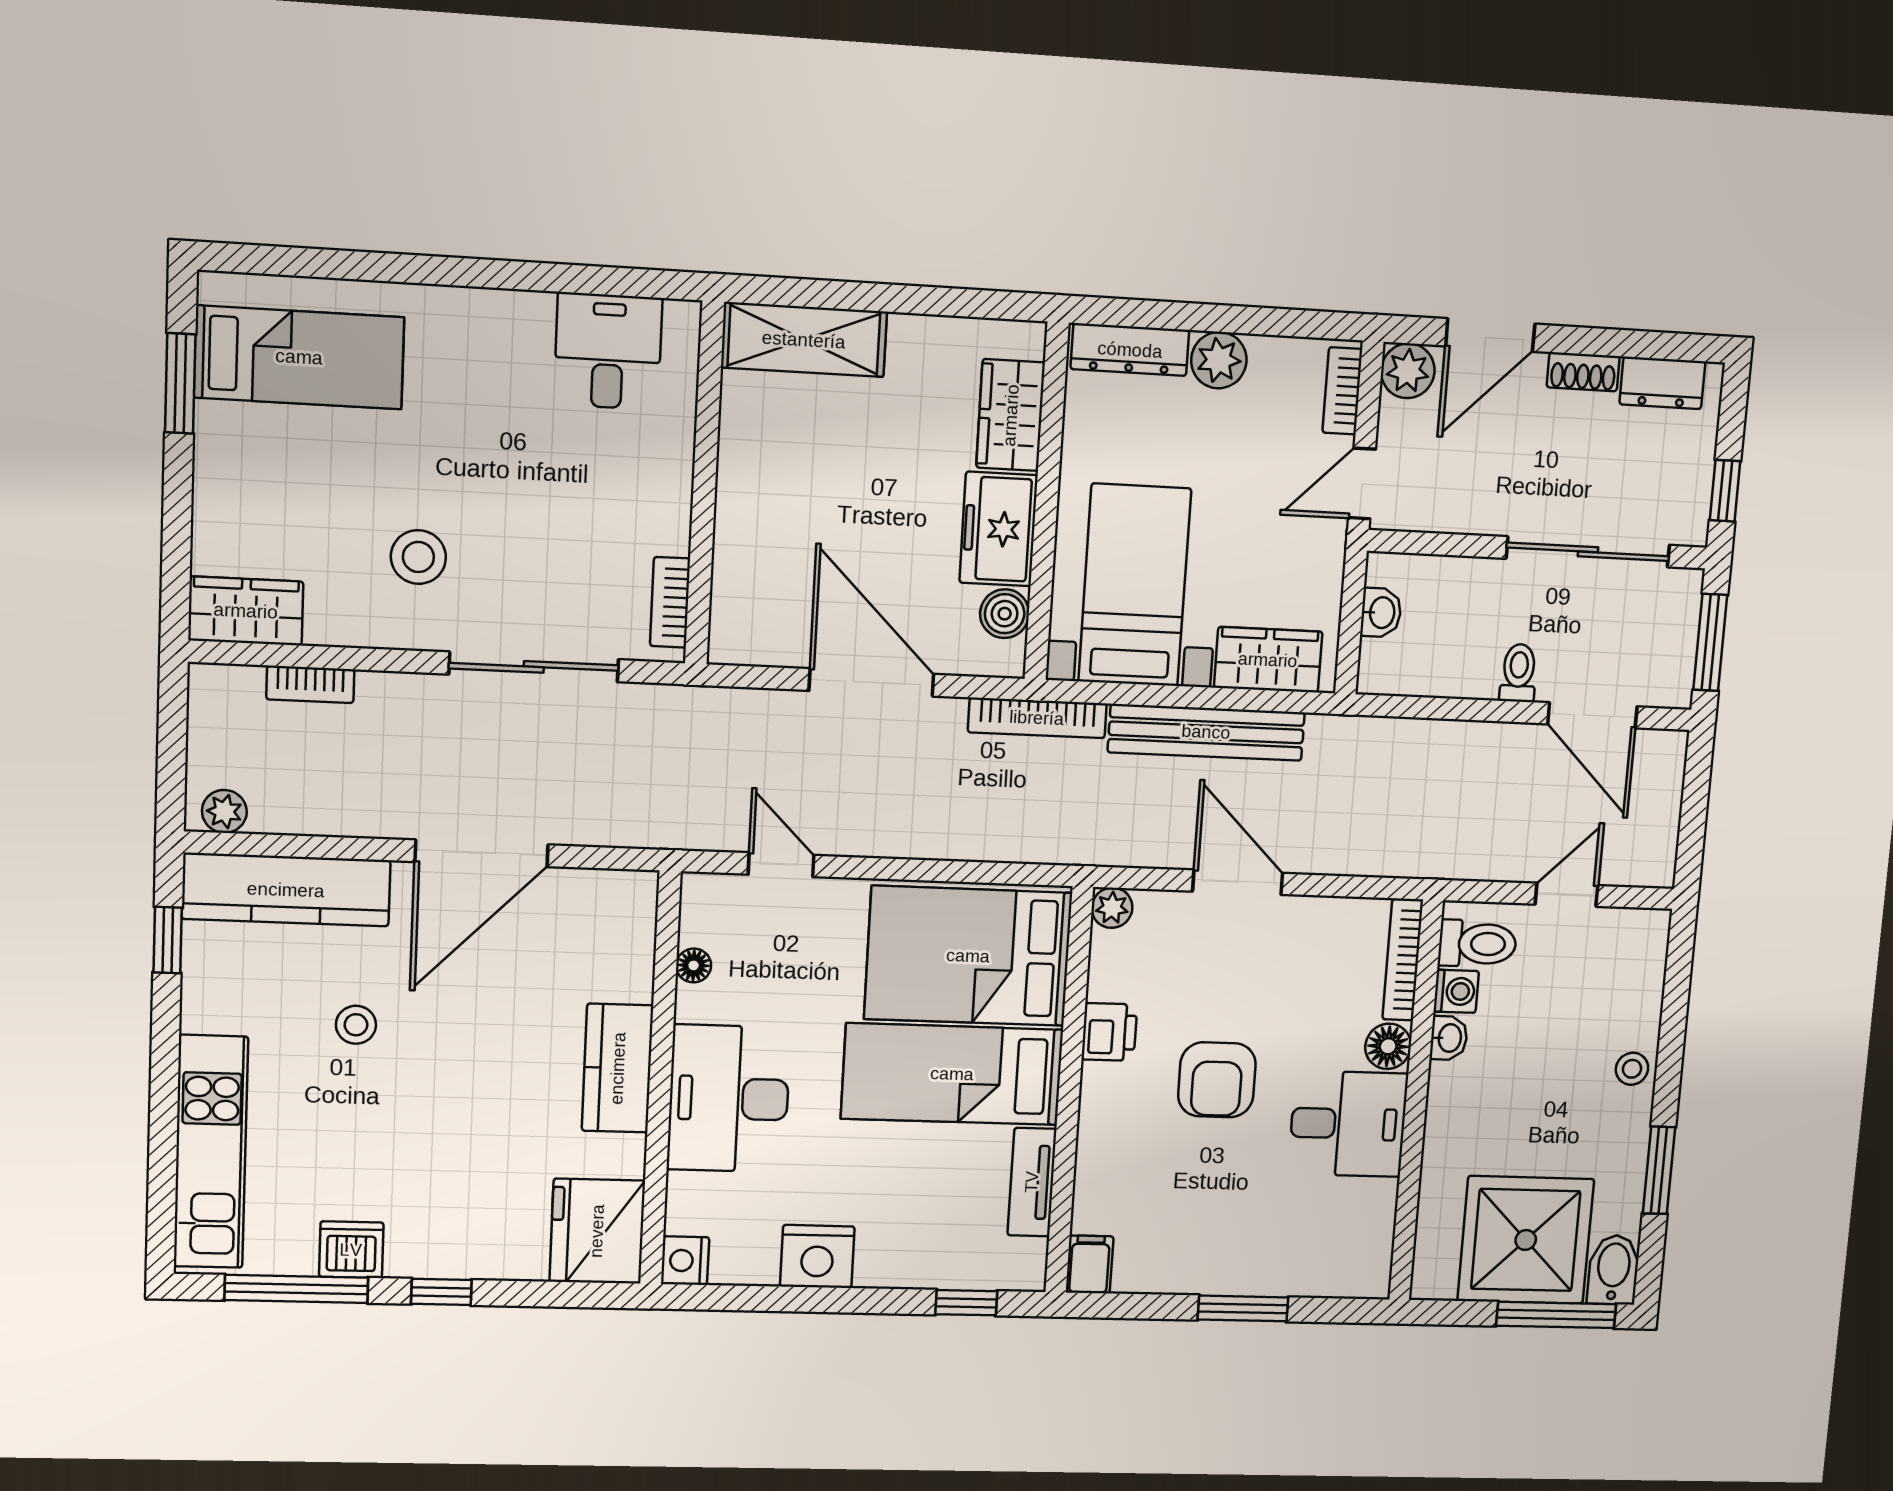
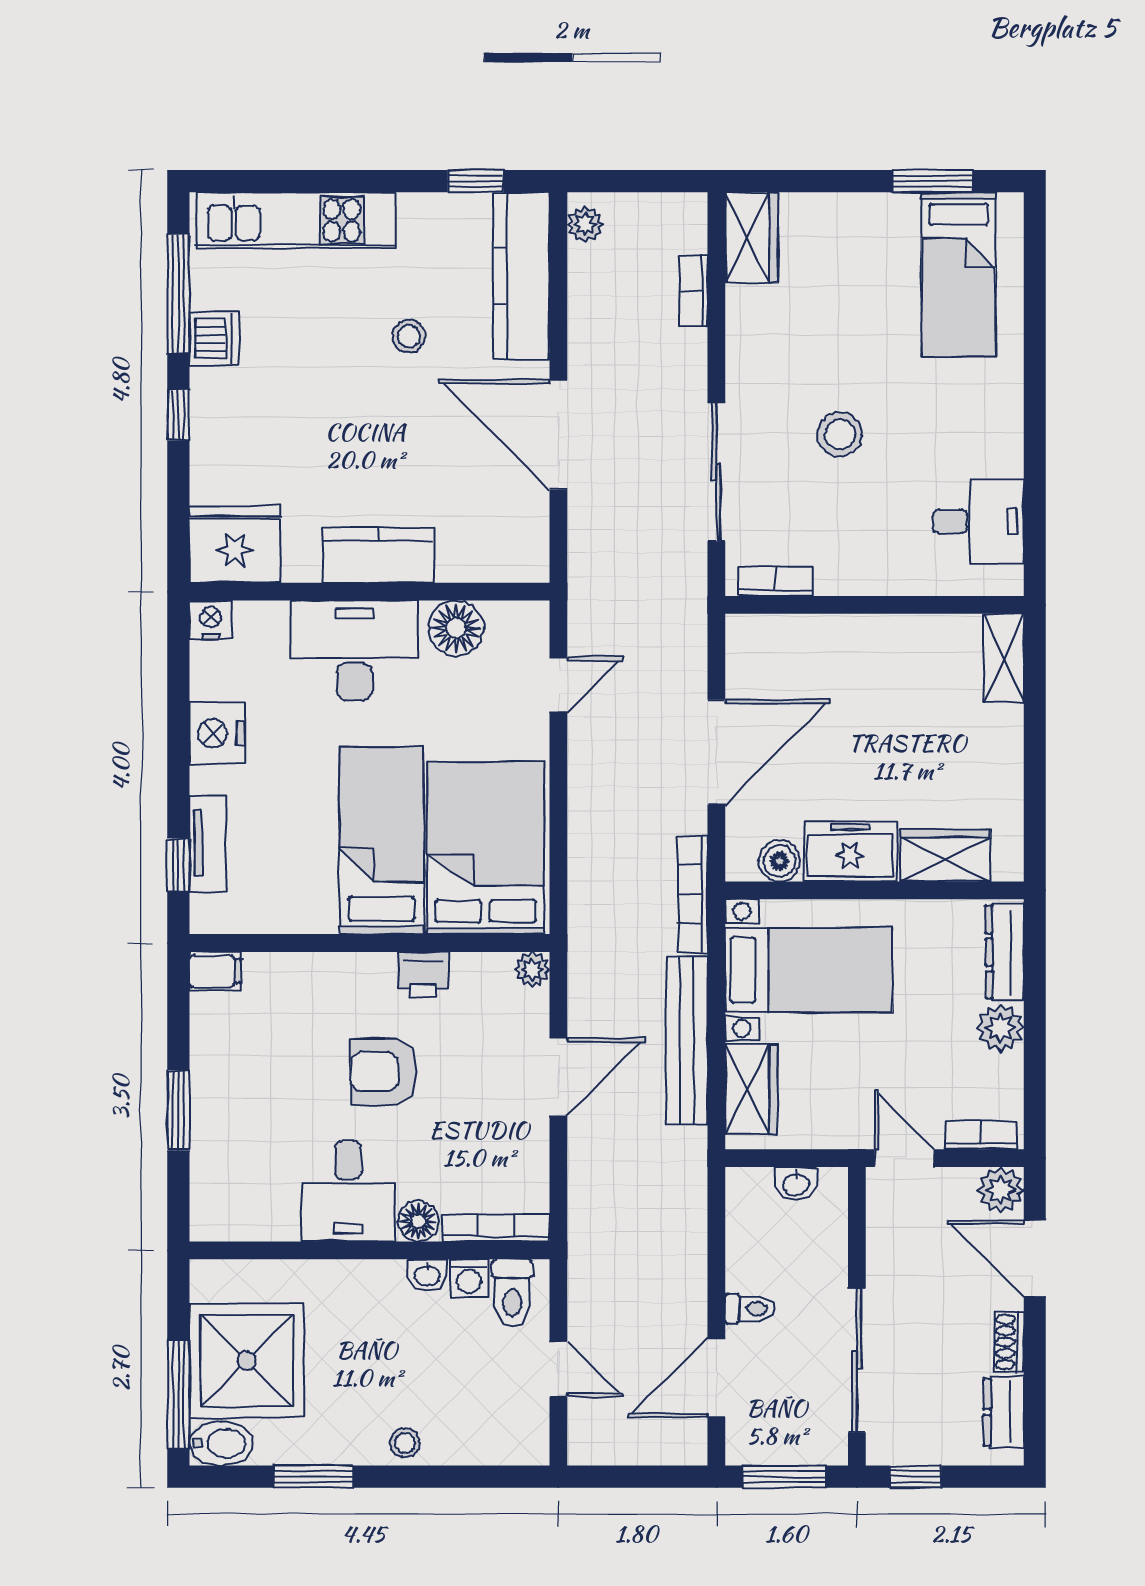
shelving: (804, 340) -> (1004, 658), width x0.67, depth x0.75
stool: (418, 557) -> (840, 434), moved
floor lamp: (694, 965) -> (456, 628), width x1.89, depth x1.89
tv unit: (1032, 1182) -> (208, 844), moved, turned 90

